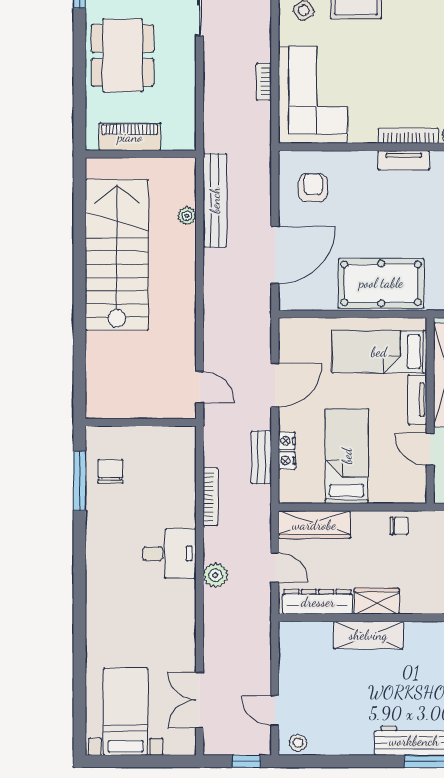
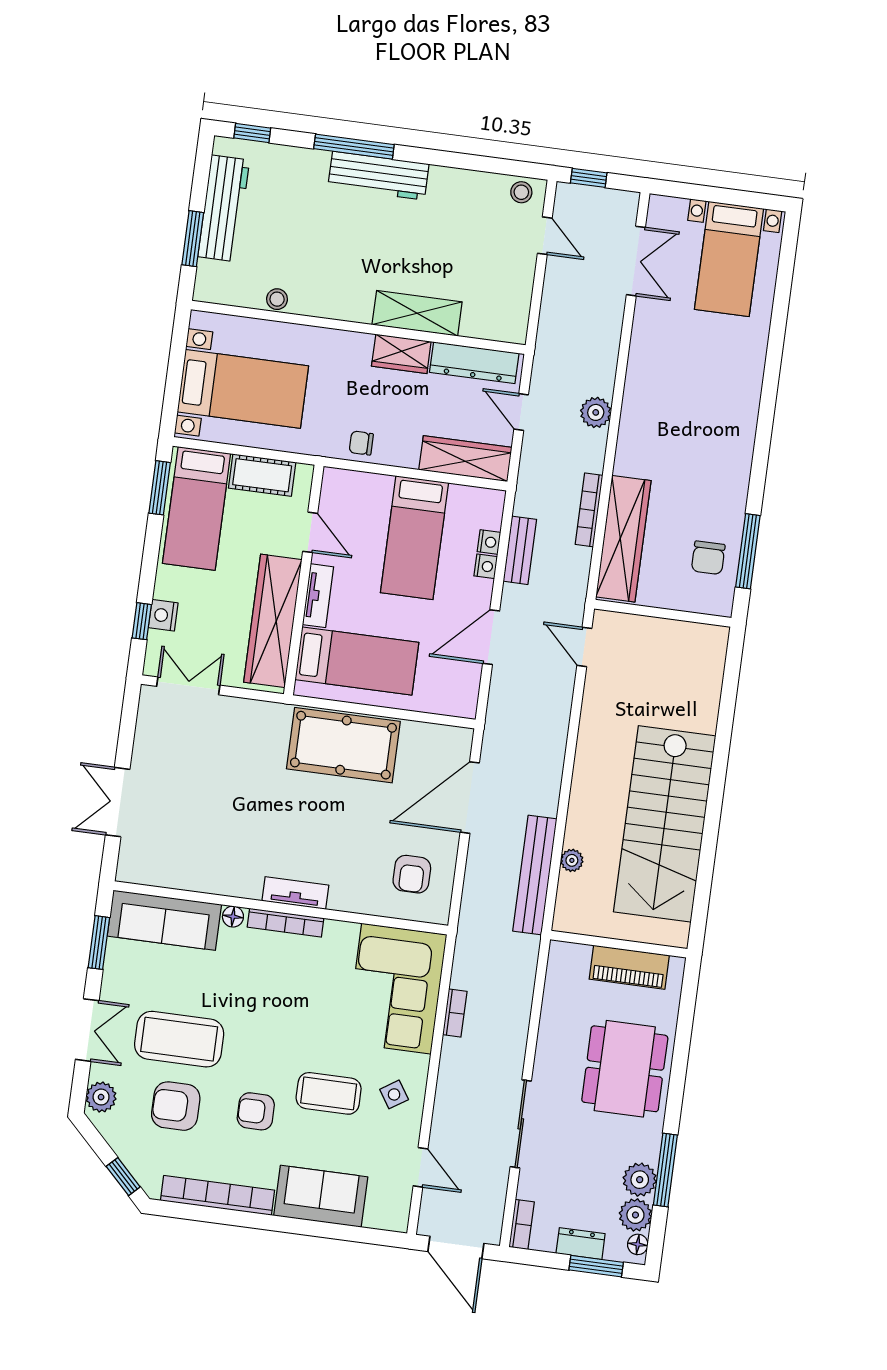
wardrobe: (180, 478) -> (623, 539), added
desk: (169, 554) -> (649, 447), removed

